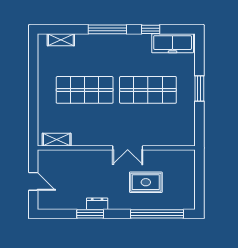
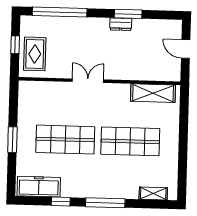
shelving: (57, 140) -> (153, 93), width x1.50, depth x1.33
window: (199, 181) -> (15, 45), added
rug: (146, 182) -> (35, 54), moved, turned 90

